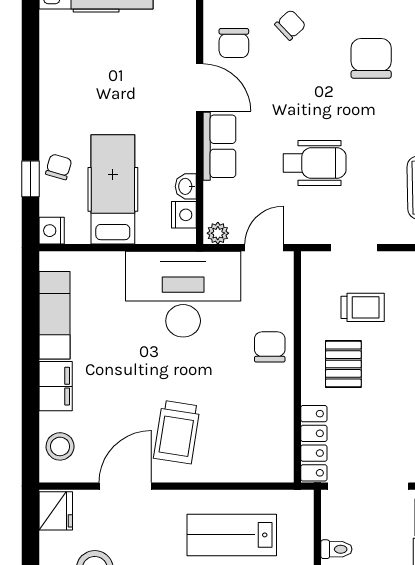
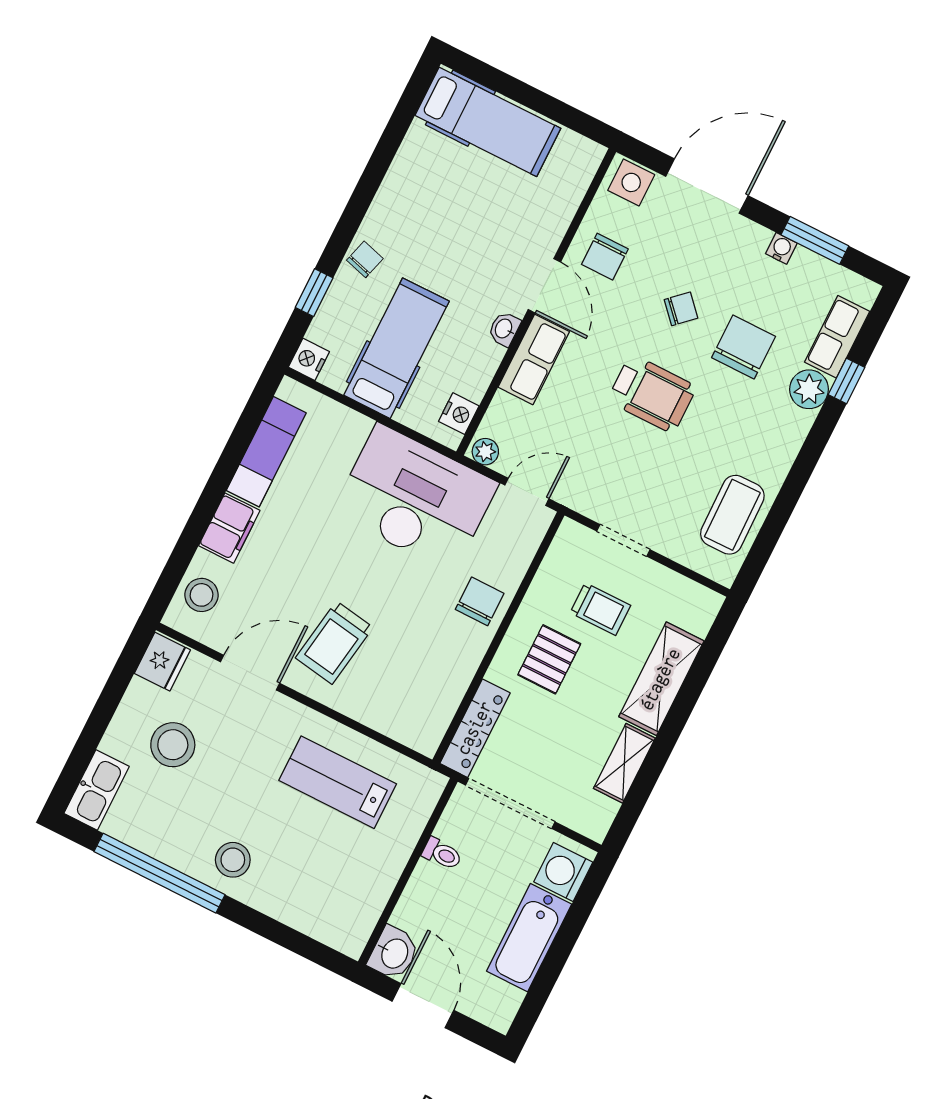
chair: (290, 25) -> (681, 309), moved
wheelchair: (315, 163) -> (652, 394), moved
chair: (59, 167) -> (365, 259), moved
washbasin: (186, 186) -> (504, 329), moved

